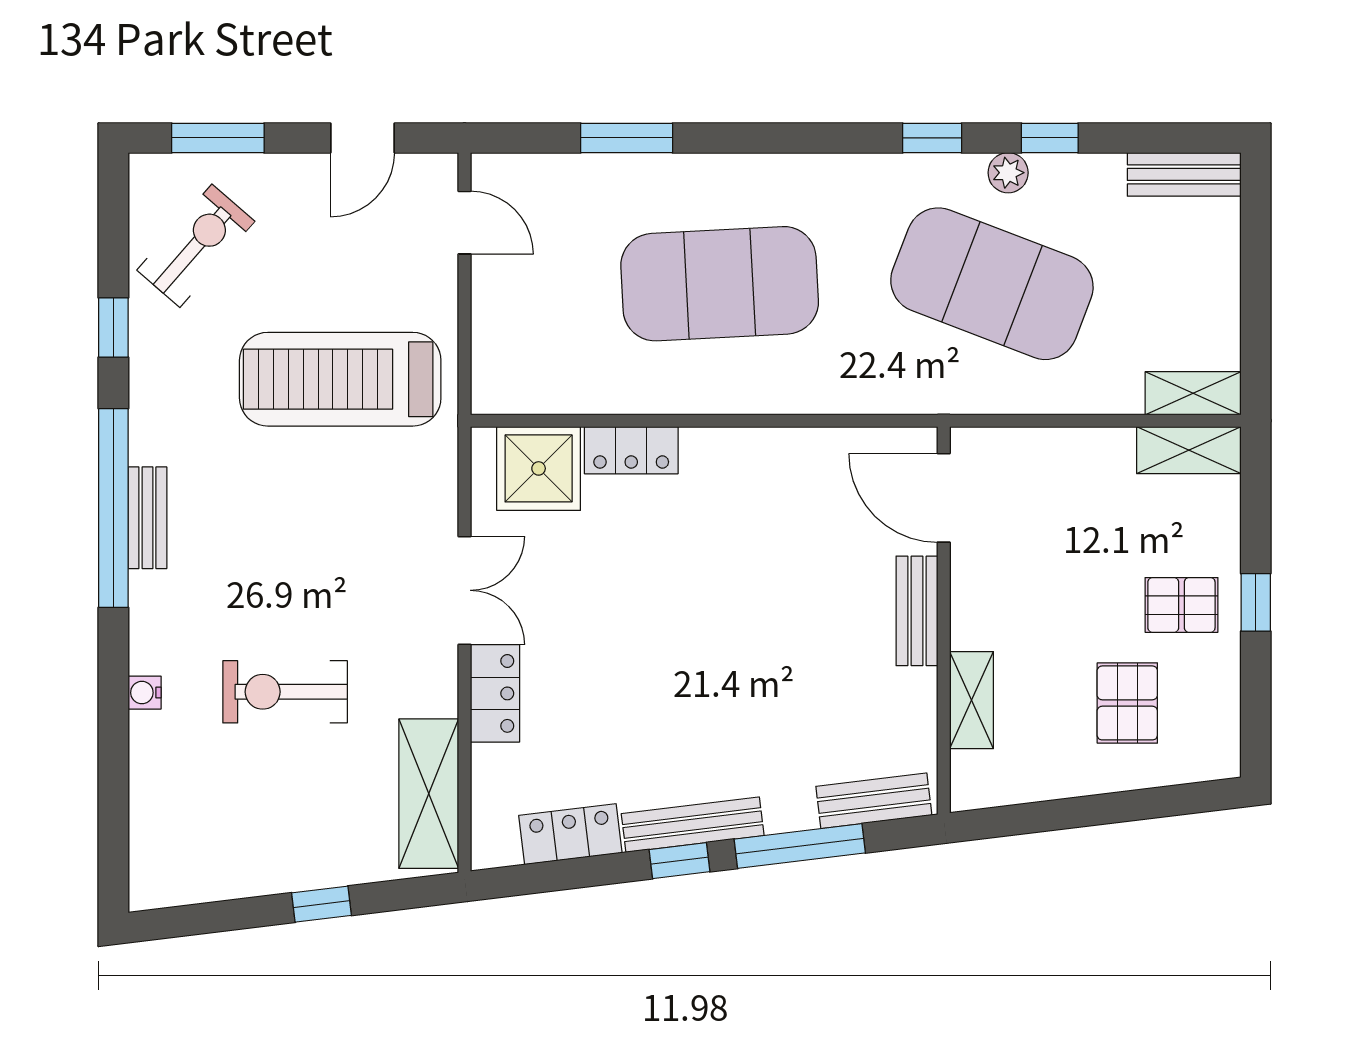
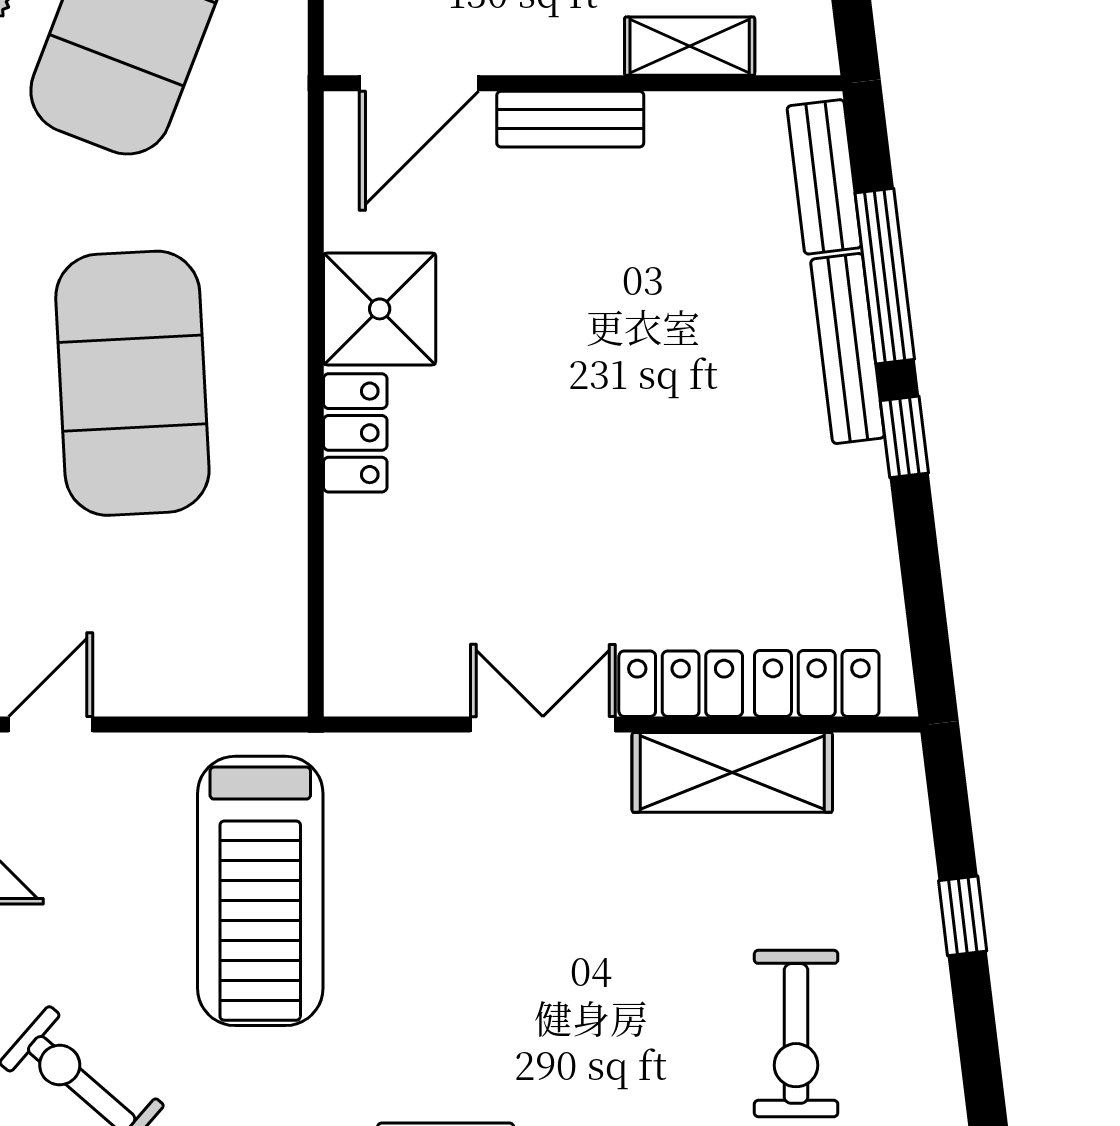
locker: (631, 450) -> (355, 433), moved
shower: (539, 468) -> (380, 309), moved
exercise bike: (285, 692) -> (796, 1033), moved
shelving: (429, 794) -> (732, 772), moved
bench: (693, 825) -> (848, 348), moved
locker: (570, 834) -> (817, 684), moved, turned 97

